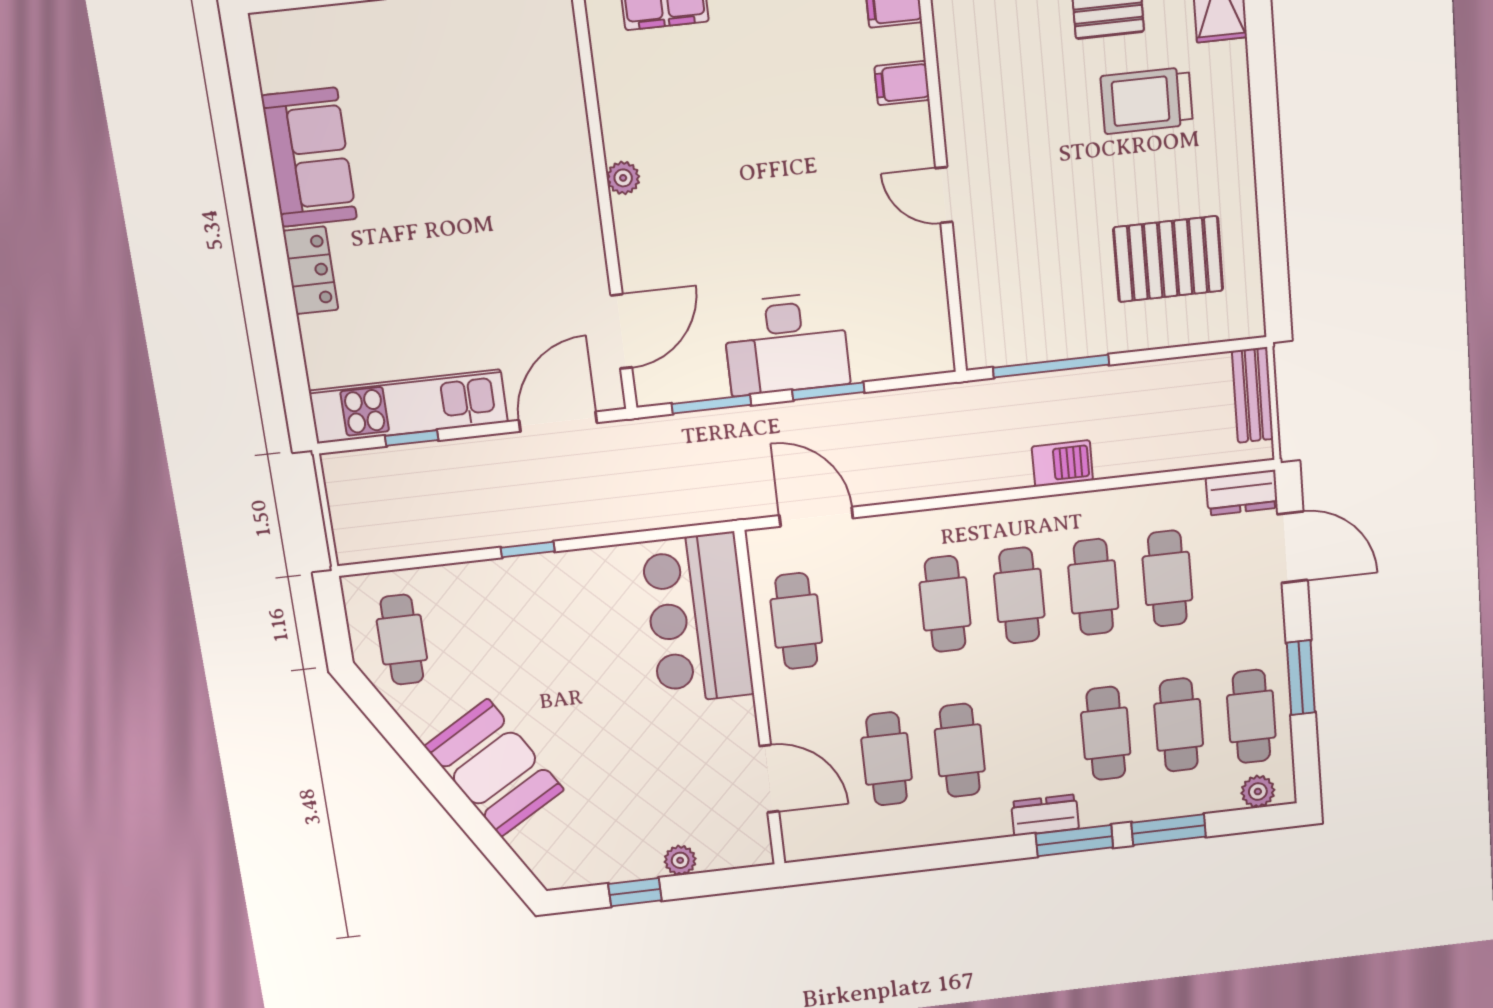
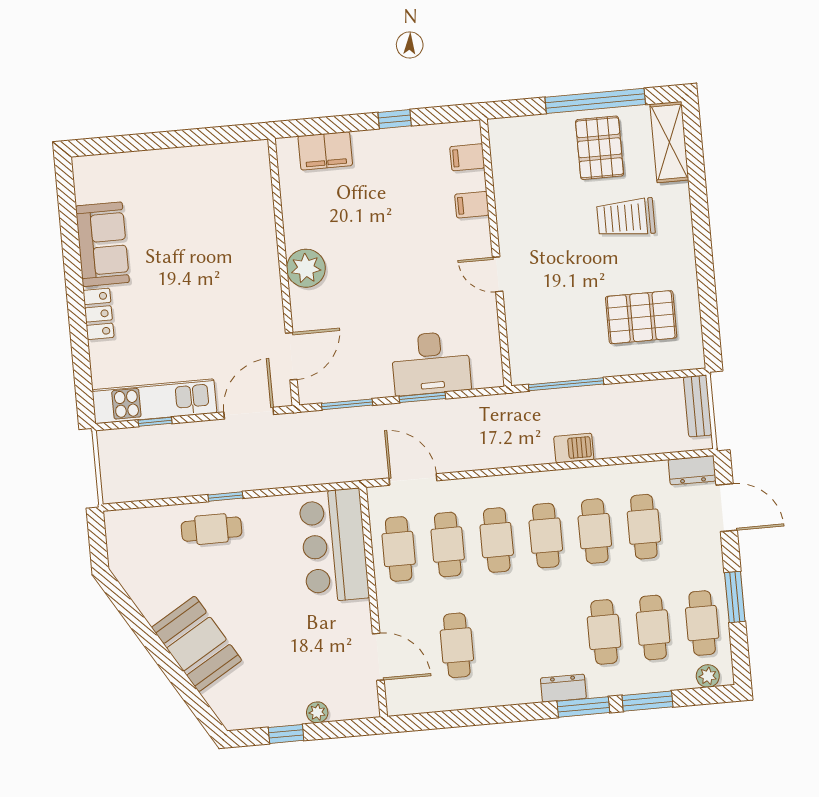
plant: (623, 178) -> (306, 268), width x1.88, depth x1.88
desk: (786, 344) -> (431, 363), moved
cafe table: (402, 640) -> (212, 529), moved, turned 90
cafe table: (960, 750) -> (448, 544), moved

